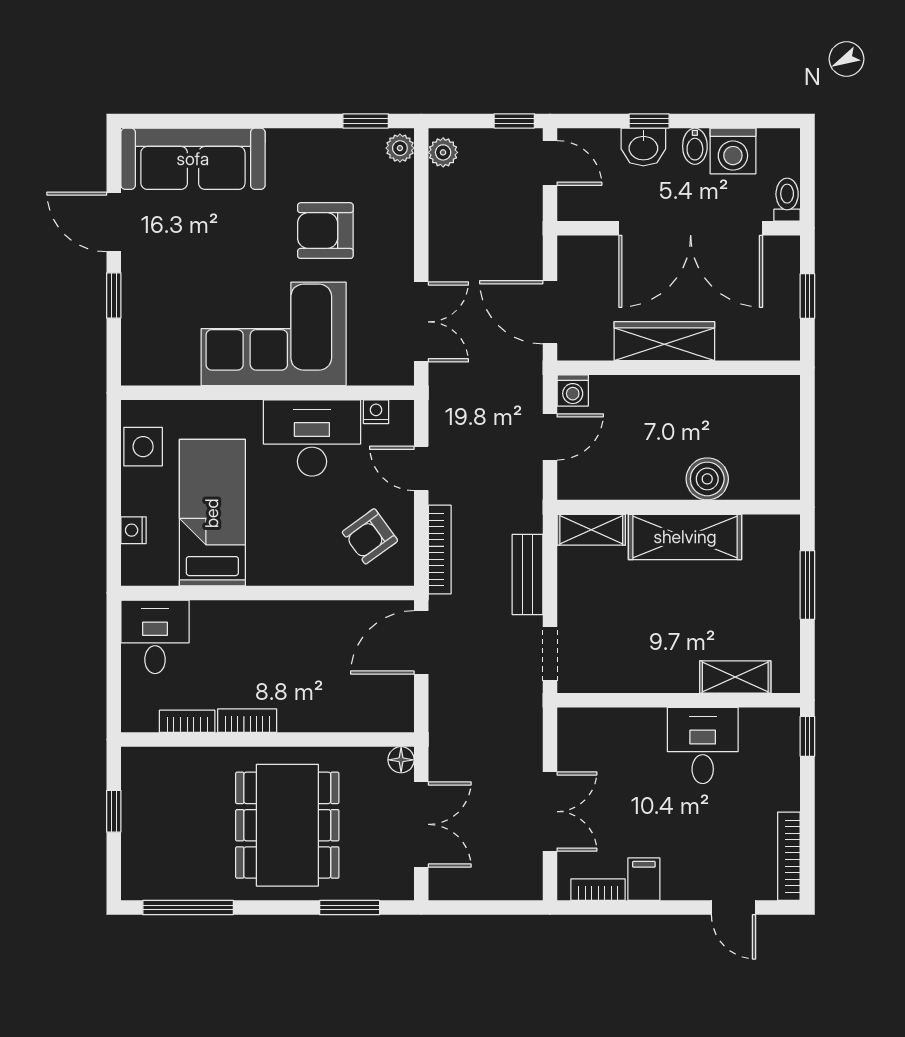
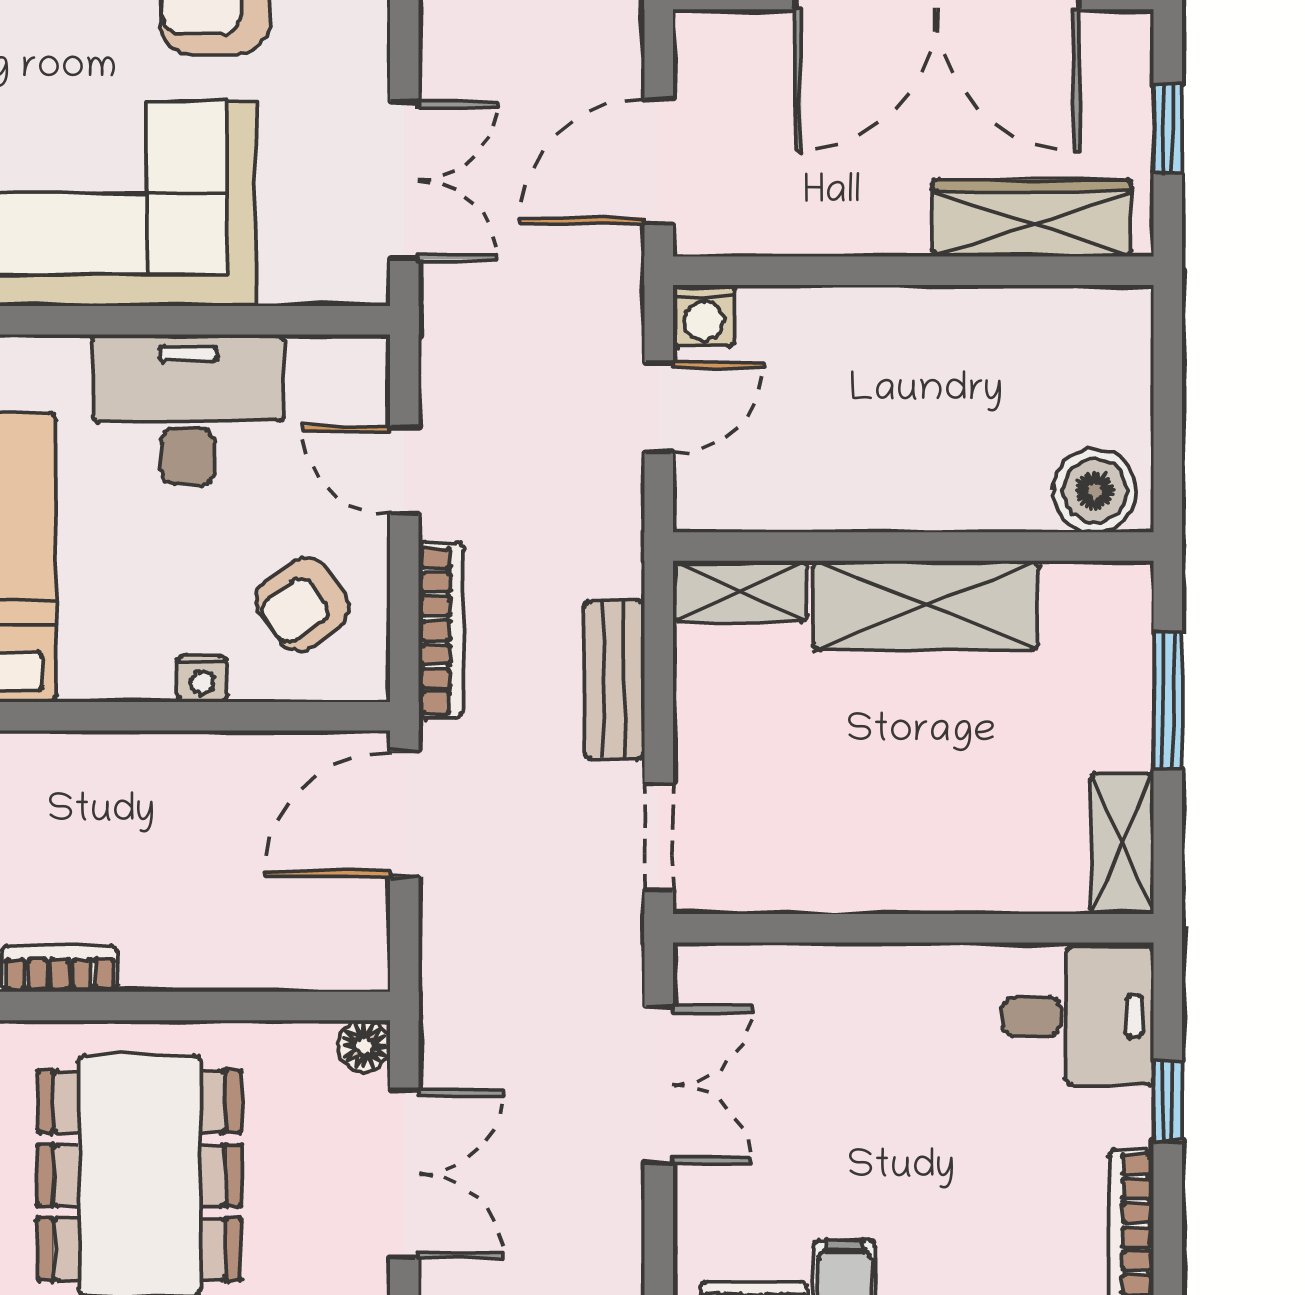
door: (550, 312) -> (659, 161), hinge flipped
wardrobe: (664, 341) -> (1032, 218), moved
nightstand: (376, 412) -> (202, 678), moved, turned 180
boiler: (707, 479) -> (1095, 491), moved
shelving: (735, 677) -> (1122, 844), moved, turned 90
window: (807, 736) -> (1168, 1101), moved
desk: (703, 745) -> (1078, 1016), moved, turned 90
double door: (550, 812) -> (659, 1085), moved

